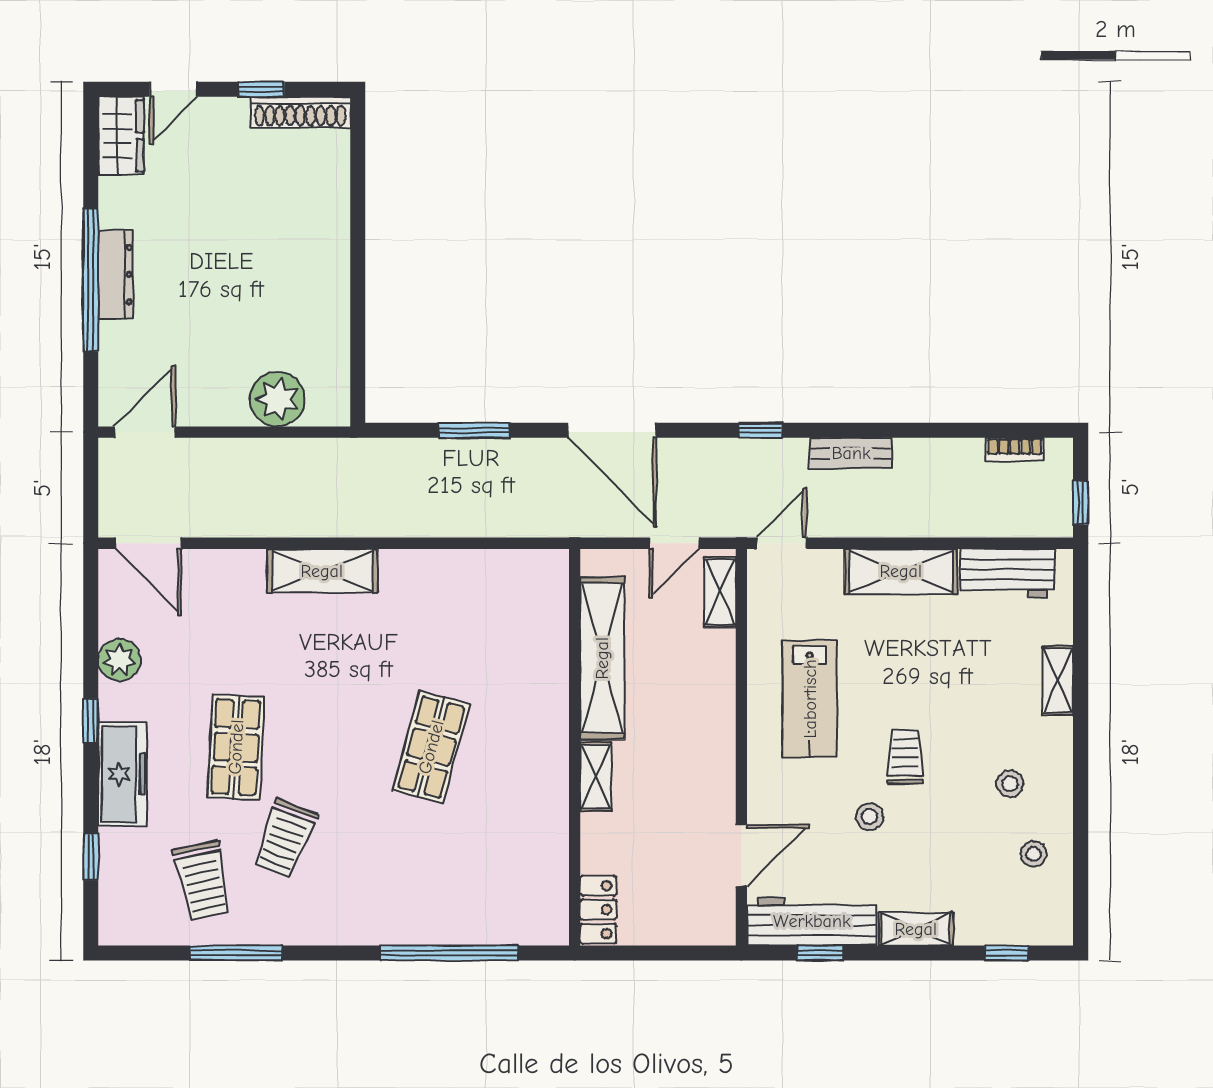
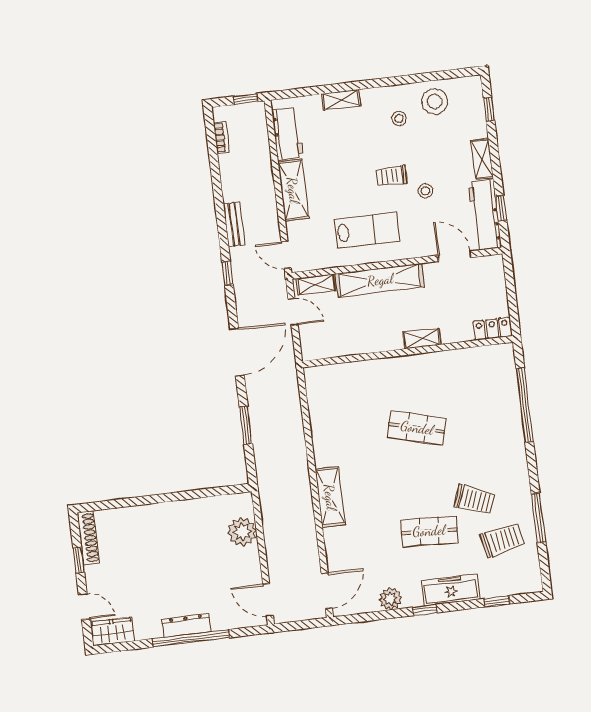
shelving: (602, 658) -> (380, 280), moved
stool: (1033, 854) -> (435, 101), width x1.89, depth x1.89

